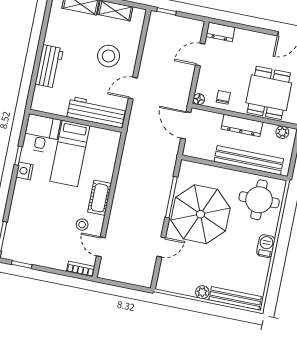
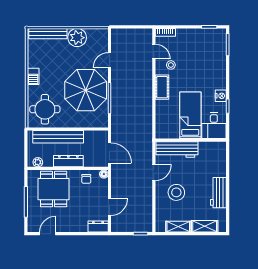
workbench: (49, 66) -> (218, 193), moved
plant: (202, 292) -> (77, 38), width x1.87, depth x1.87

